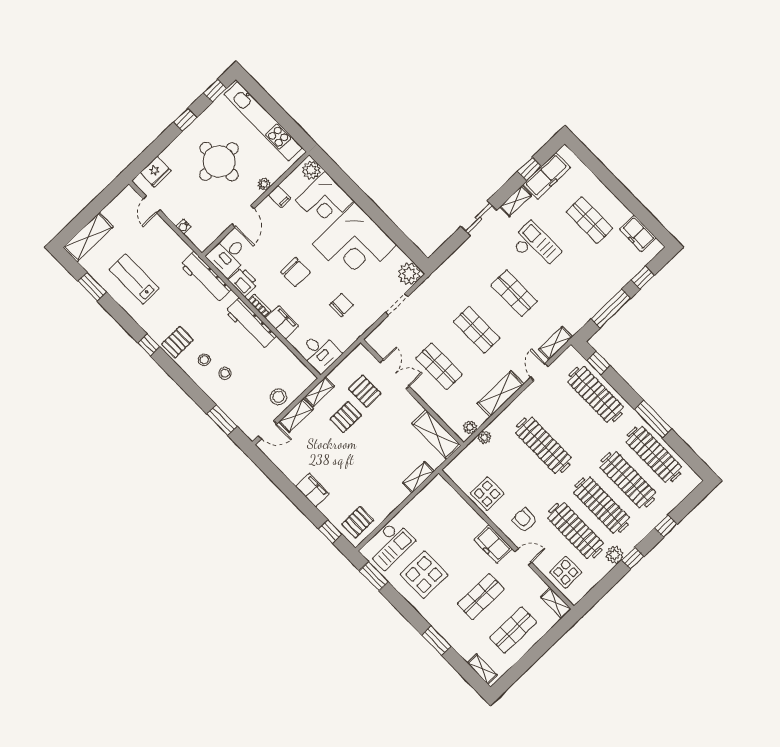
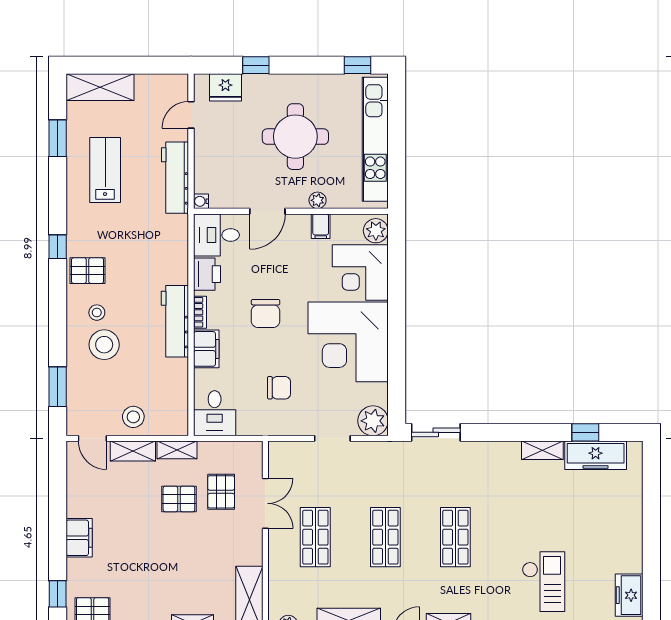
window: (185, 120) -> (256, 65), moved
sliding door: (479, 218) -> (436, 432), moved
shop shelf: (589, 220) -> (595, 537), removed
water cooler: (184, 227) -> (201, 201), moved
checkout: (535, 246) -> (544, 582), moved
workbench: (206, 277) -> (175, 178), moved
stool: (225, 373) -> (104, 345), width x1.89, depth x1.89

